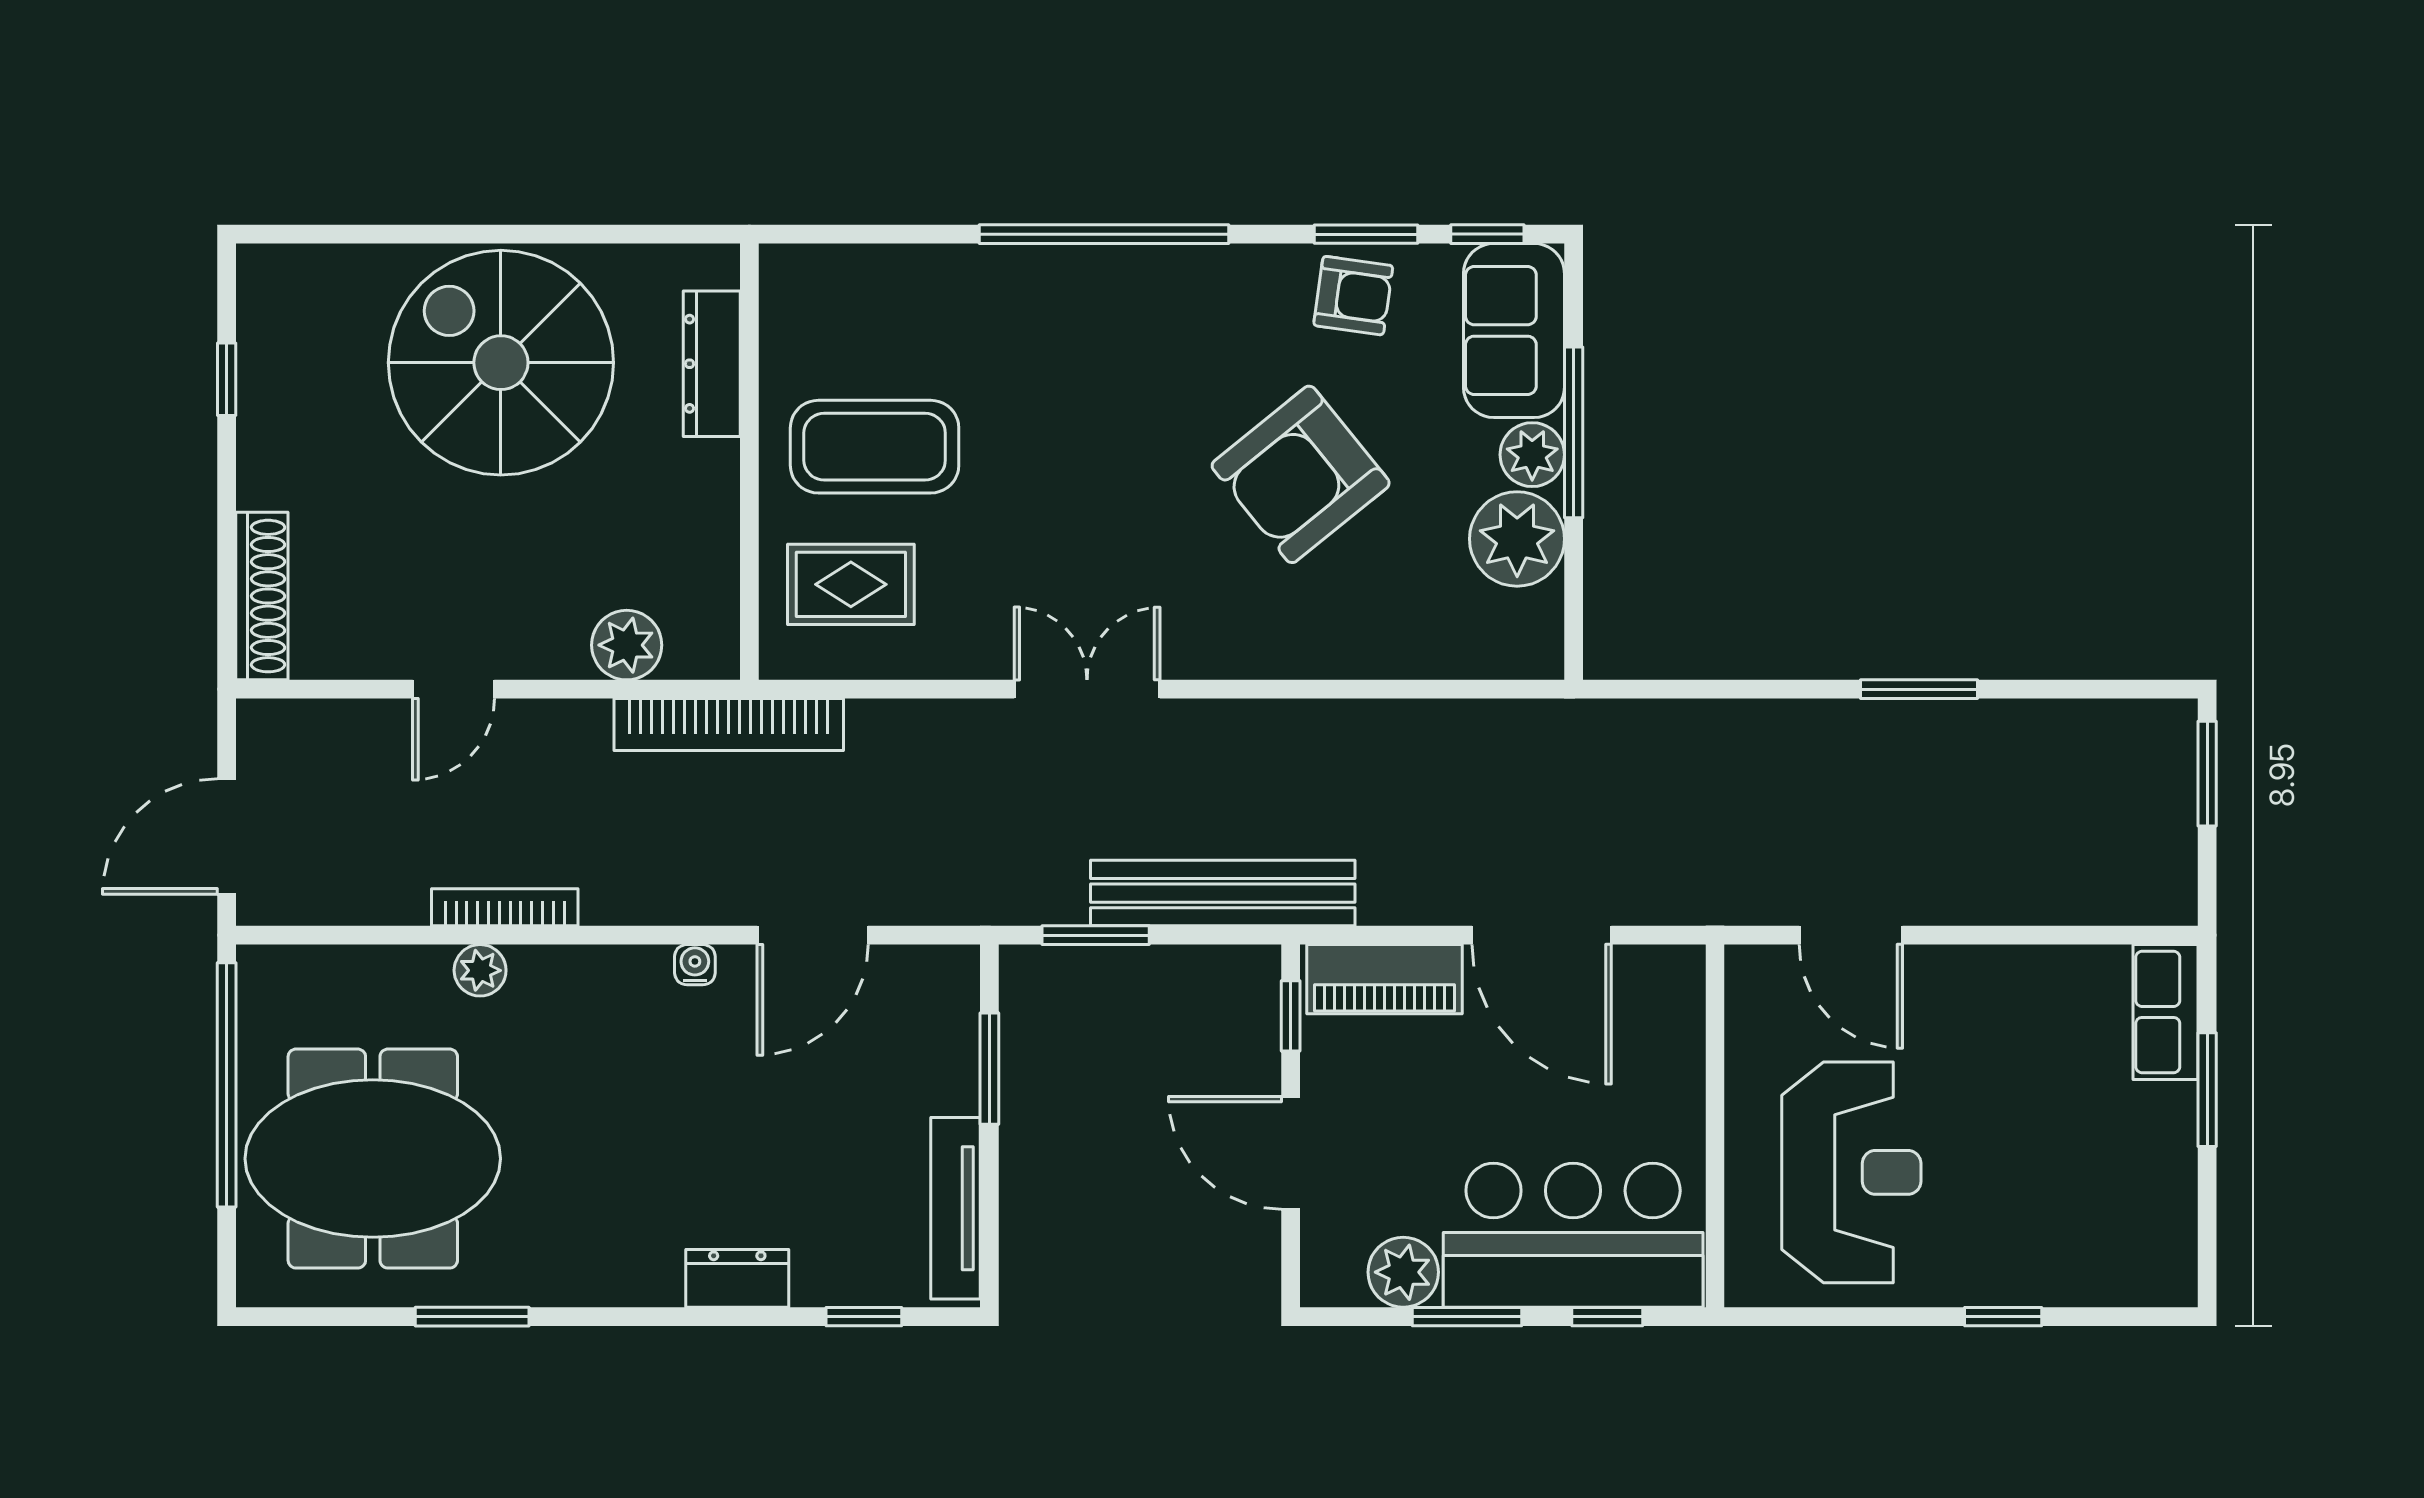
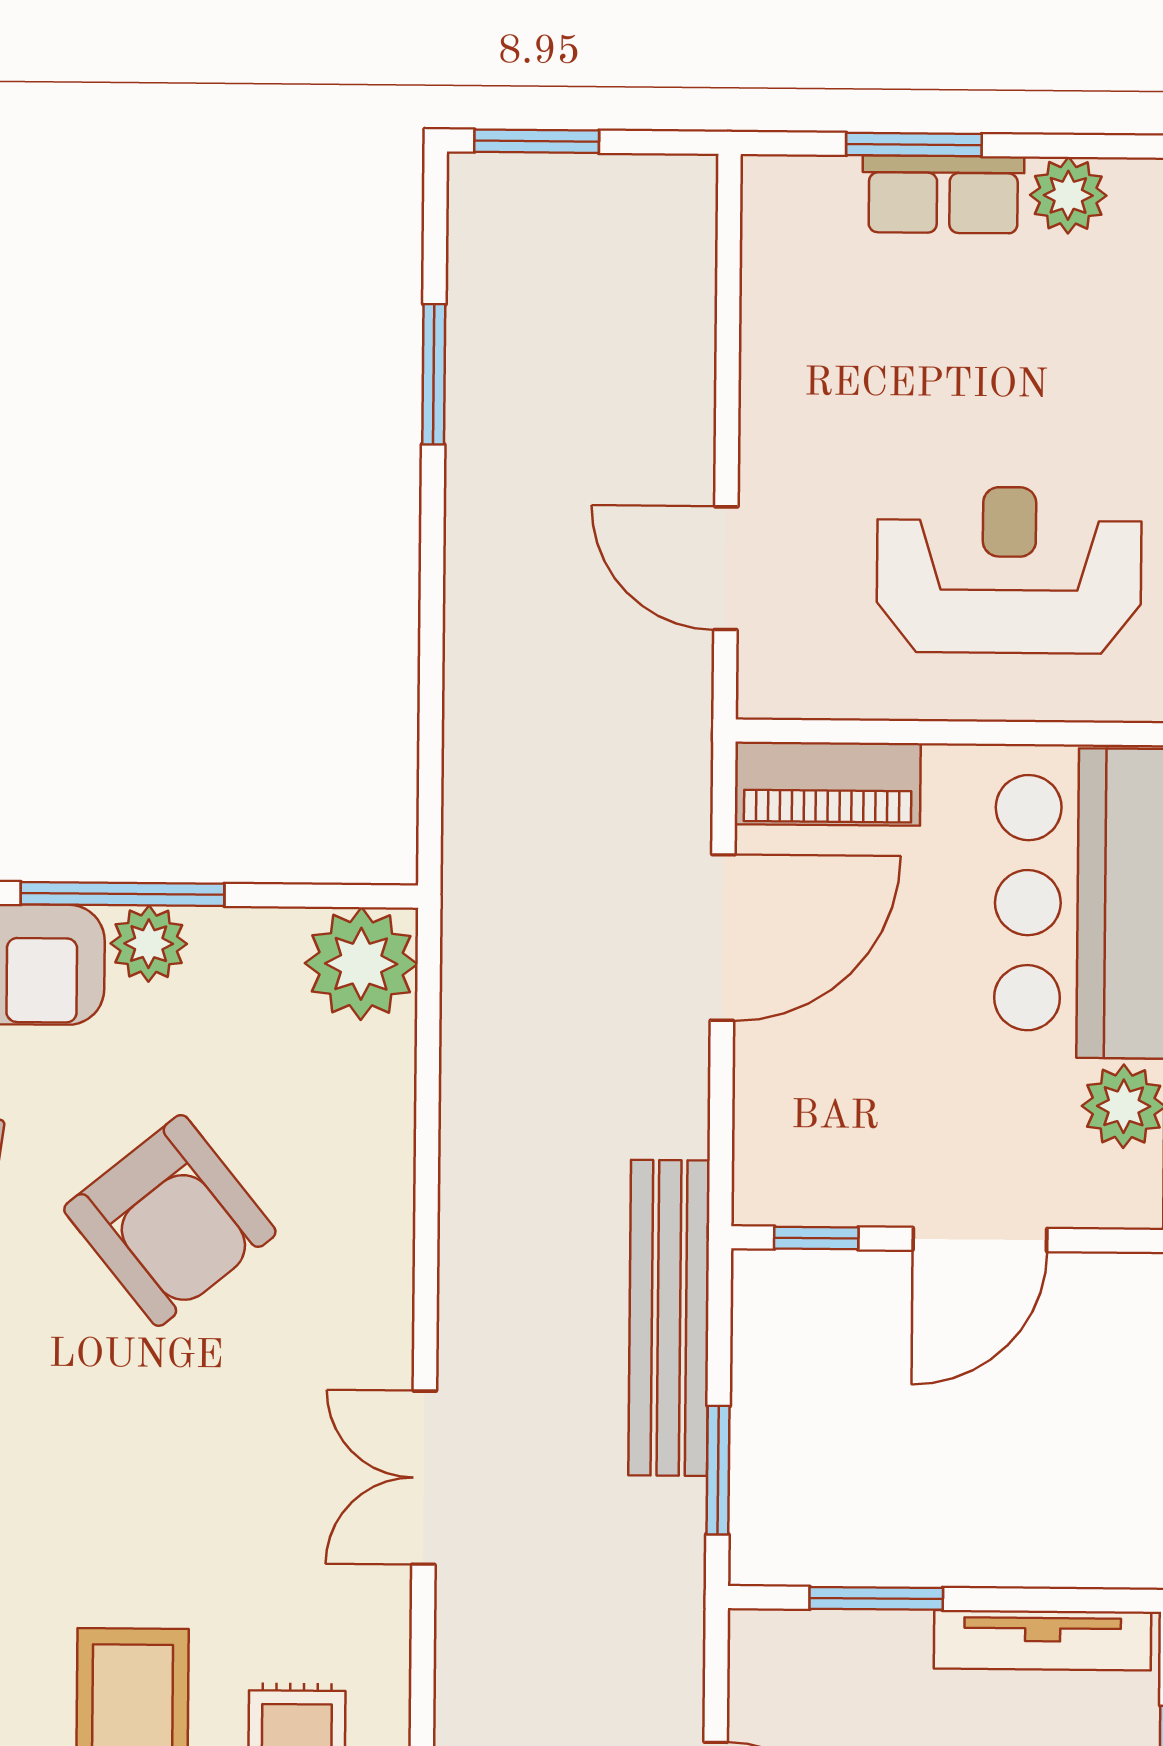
plant: (1517, 539) -> (361, 964), moved
window: (1919, 689) -> (434, 374), moved
door: (1851, 935) -> (726, 568), swing flipped
piano: (1384, 979) -> (828, 784), moved, turned 90
row of seats: (2166, 1012) -> (943, 194), moved
plant: (2166, 1219) -> (1068, 195), added

